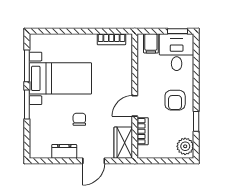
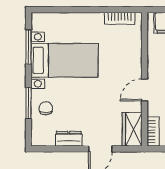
window: (27, 105) -> (29, 103), moved
chair: (79, 119) -> (46, 108), moved
bookcase: (143, 131) -> (153, 131), moved

